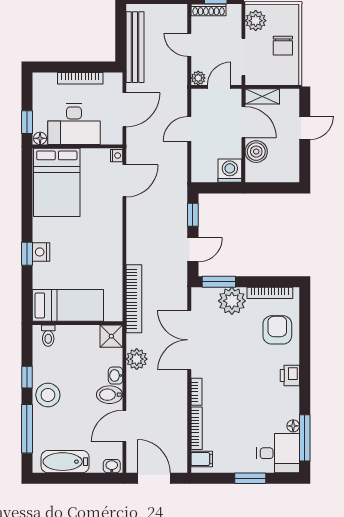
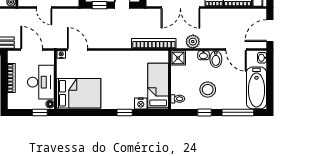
nightstand: (41, 252) -> (141, 103), moved
stool: (48, 395) -> (208, 90), moved
bathtub: (65, 462) -> (256, 88), width x1.36, depth x1.36

